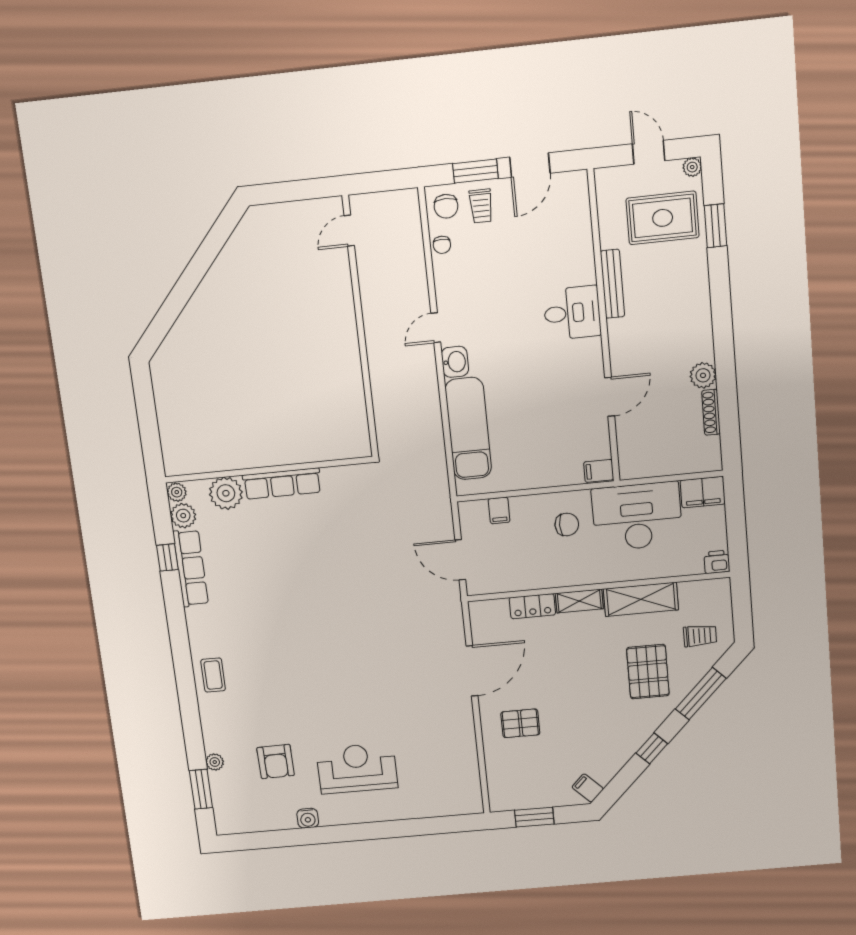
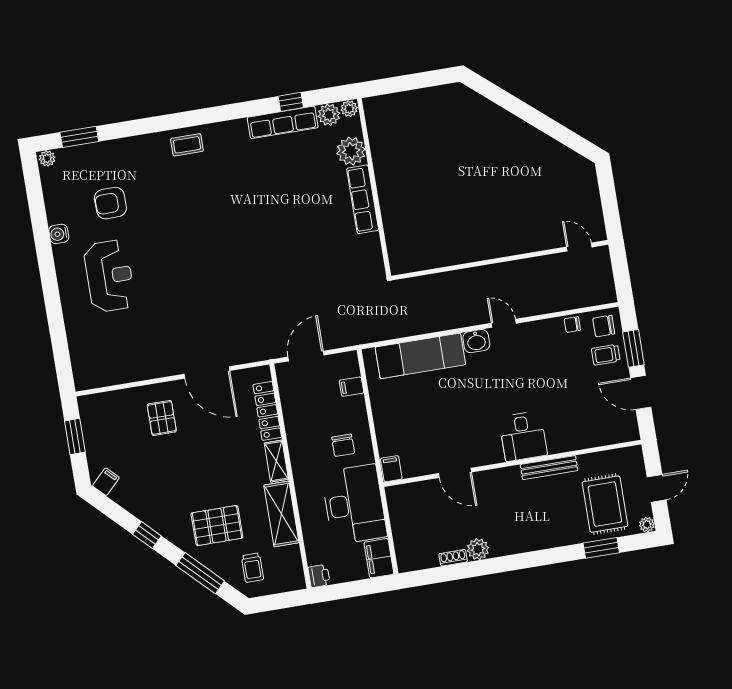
shoe rack: (711, 412) -> (453, 558), width x0.70
locker: (532, 606) -> (267, 411), width x1.53
plant: (215, 762) -> (47, 158), moved

